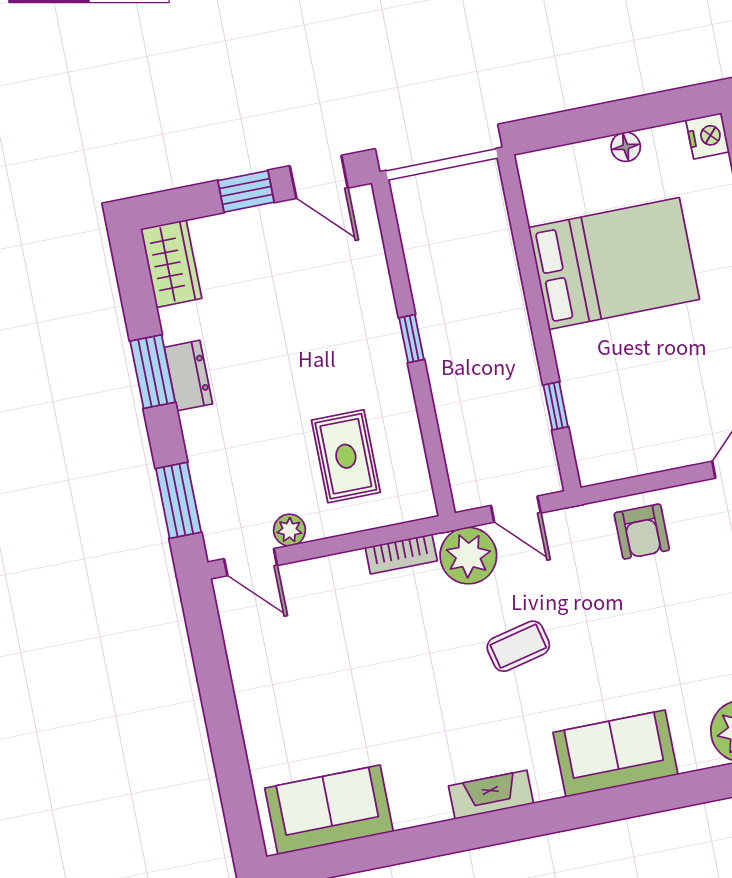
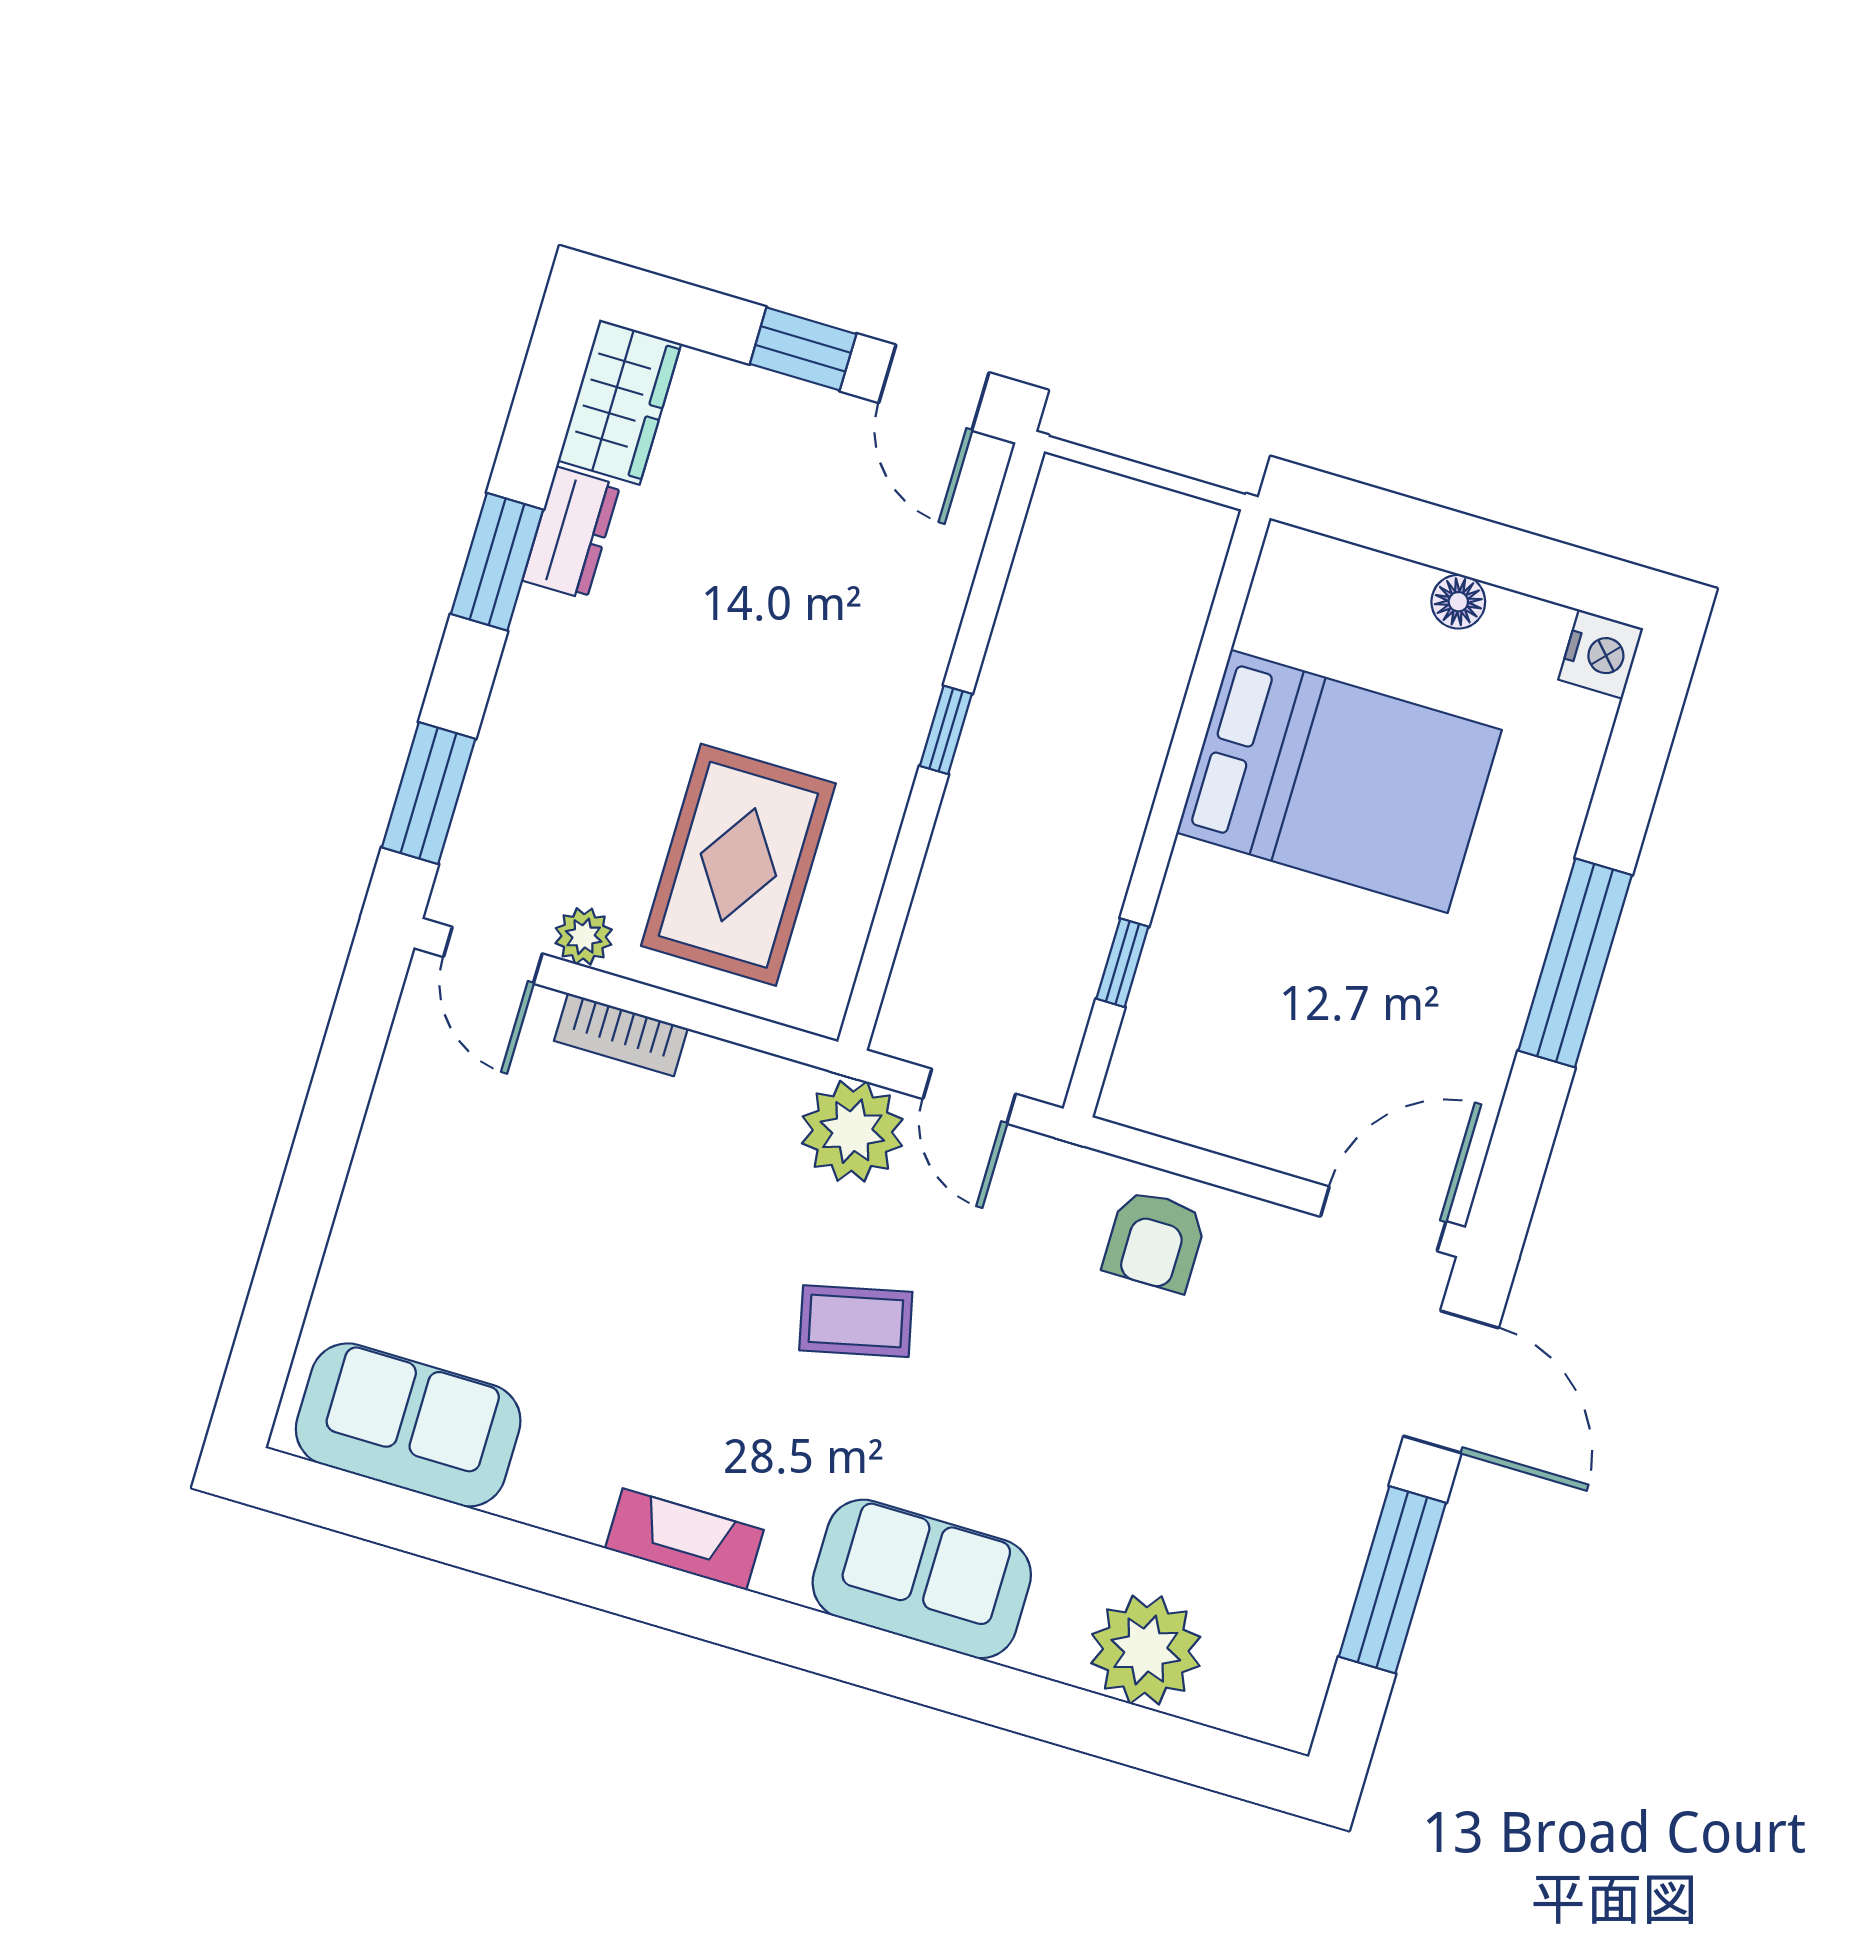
dresser: (188, 376) -> (571, 533), moved
rug: (346, 456) -> (738, 865), width x1.36, depth x1.43
bookcase: (401, 554) -> (621, 1035), moved

